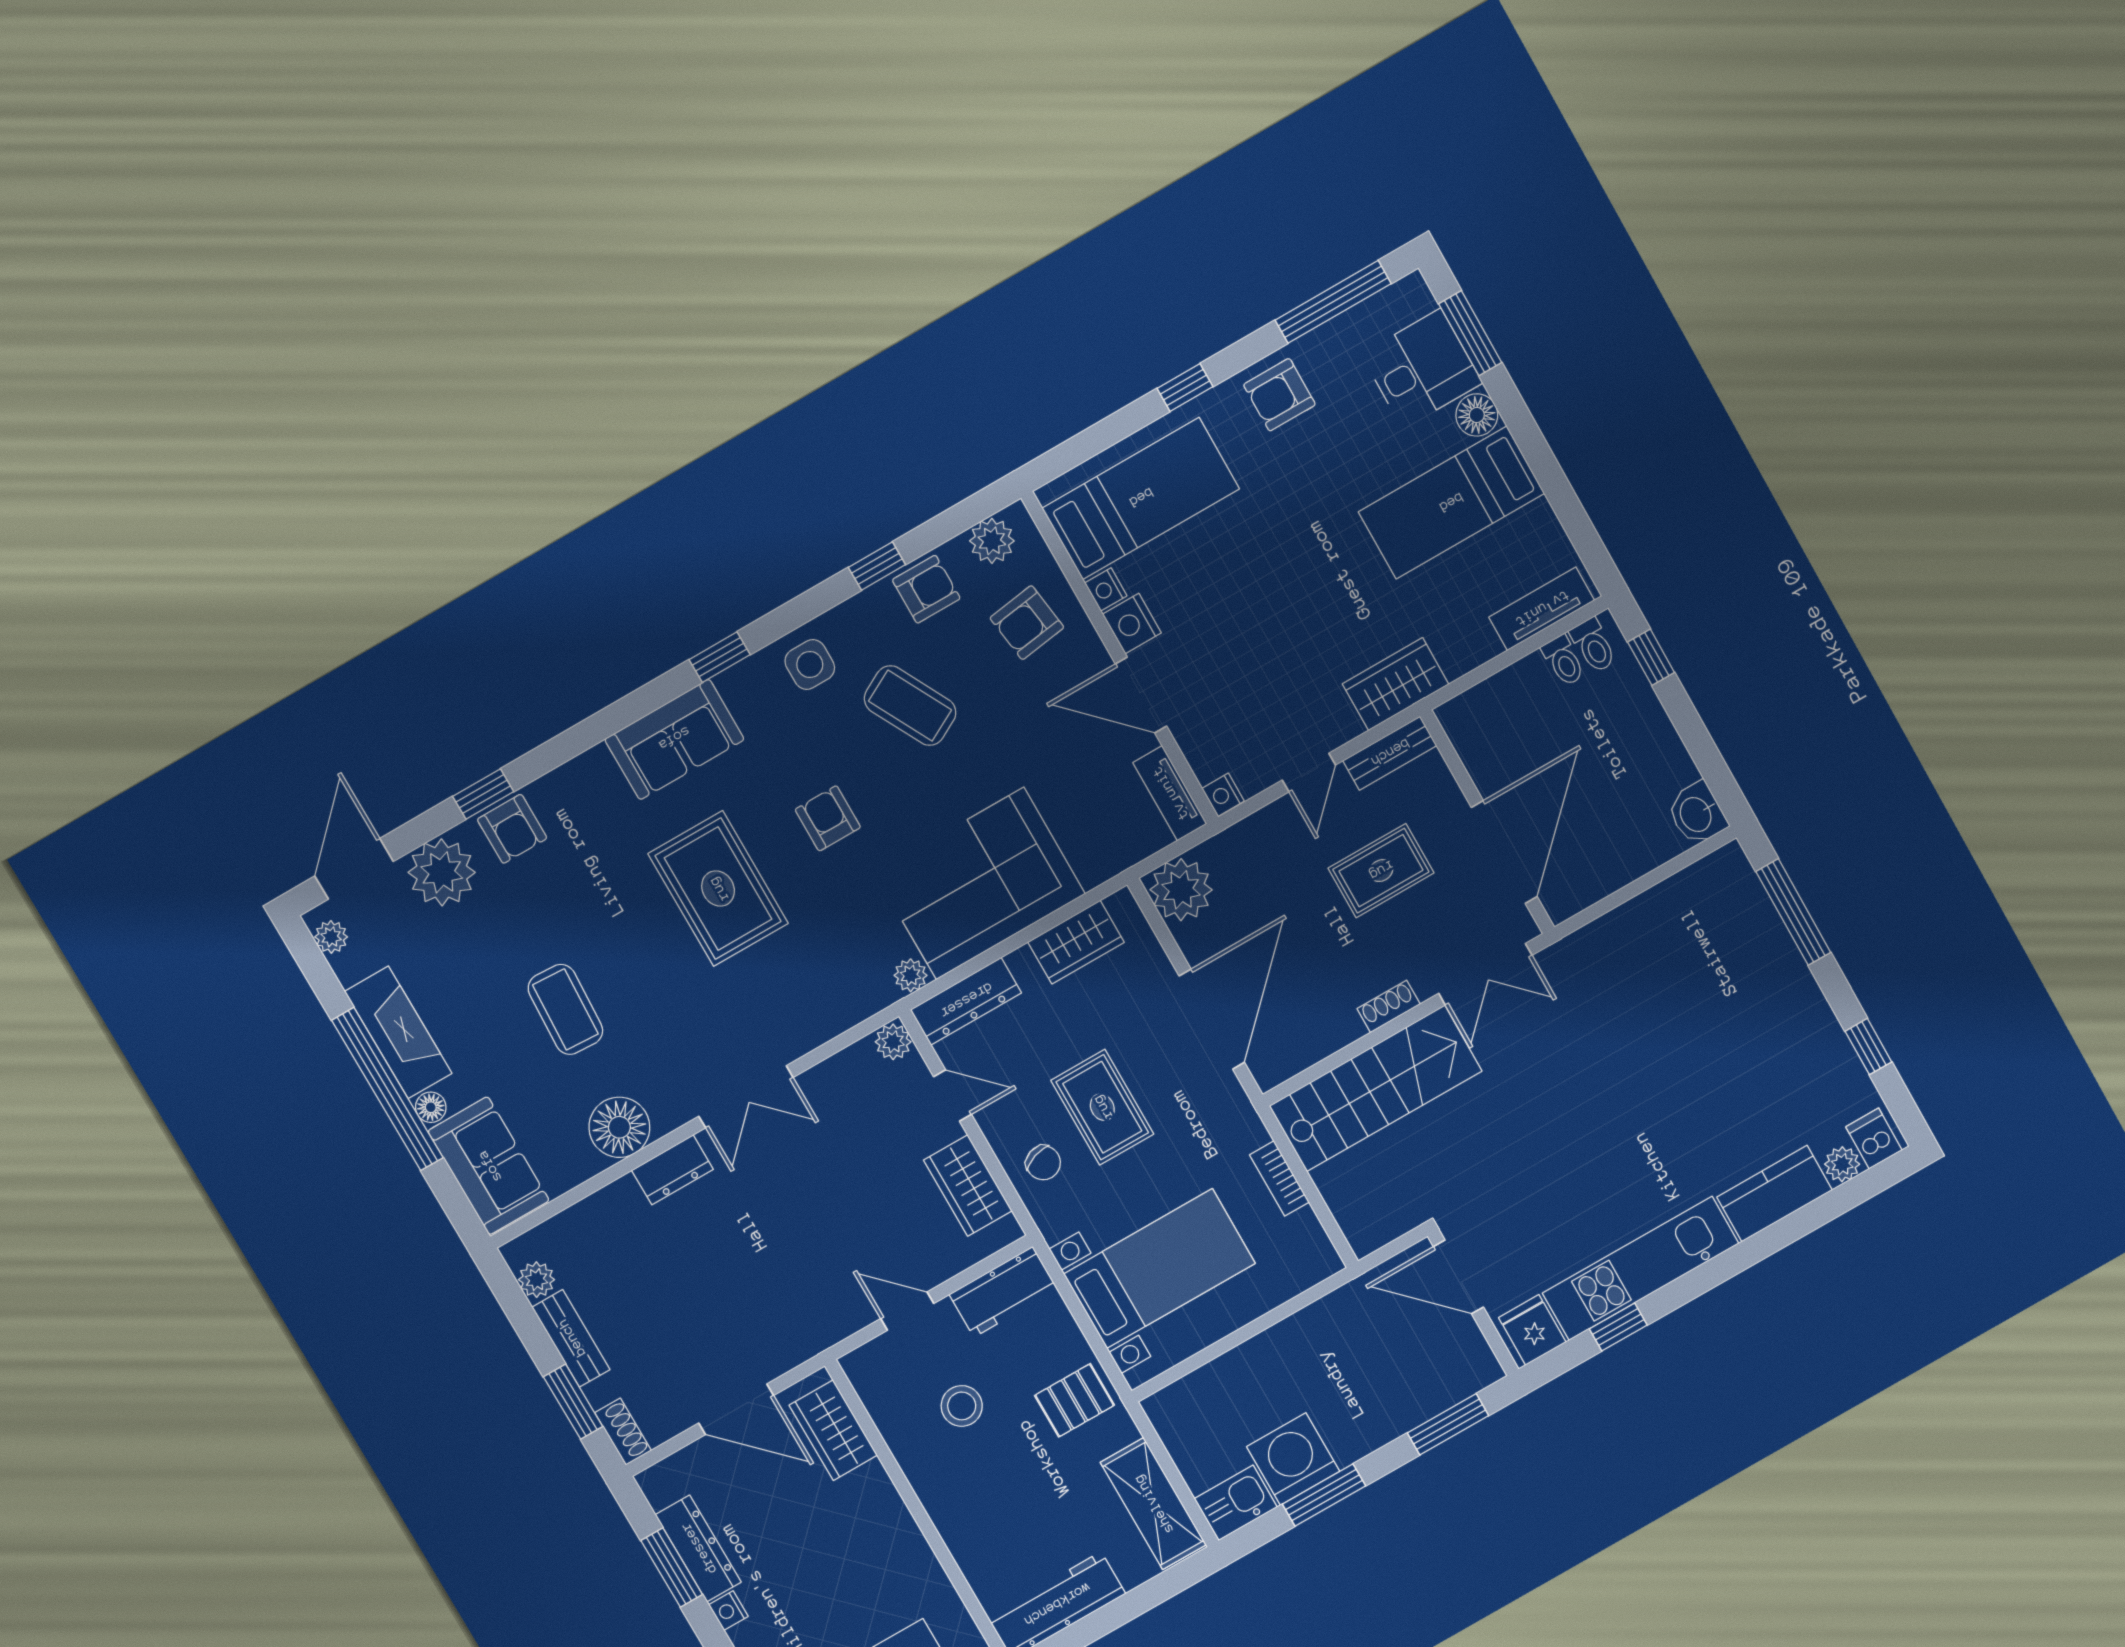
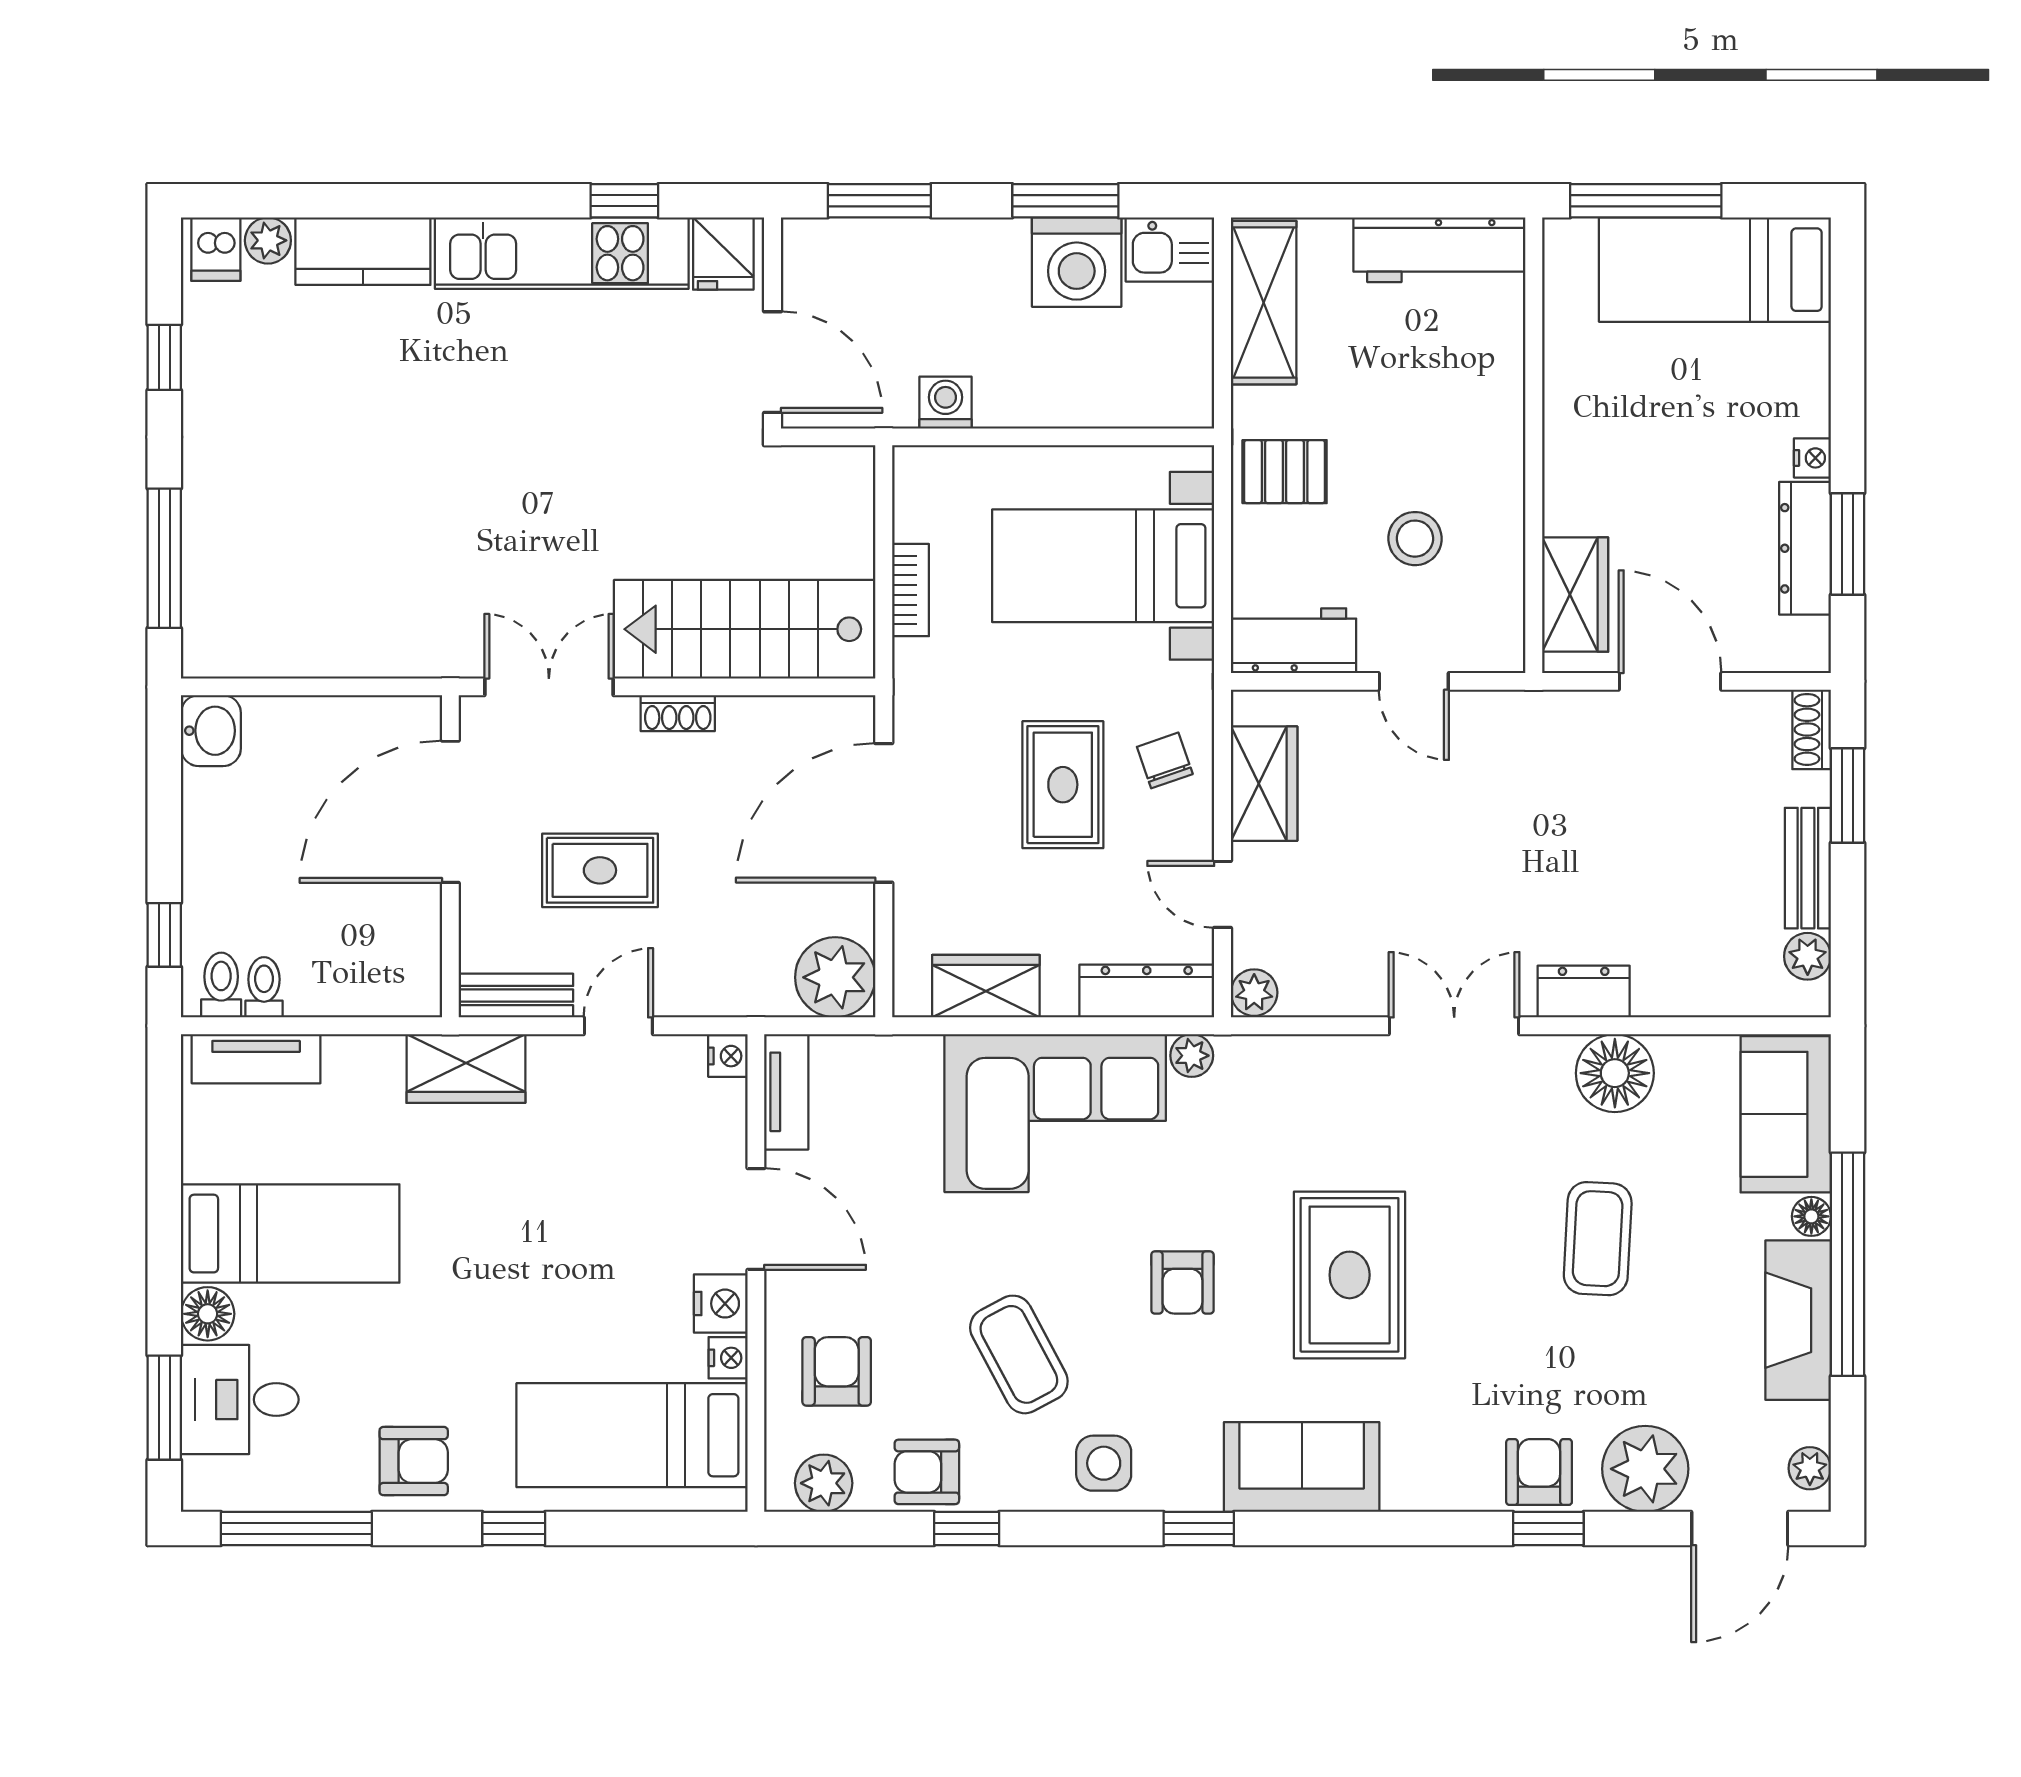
armchair: (1027, 623) -> (837, 1371), turned -82
washing machine: (1327, 1316) -> (946, 403), added

